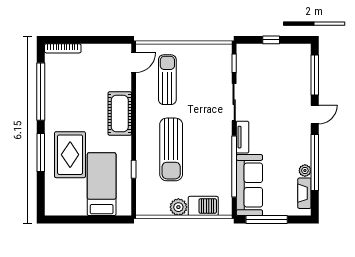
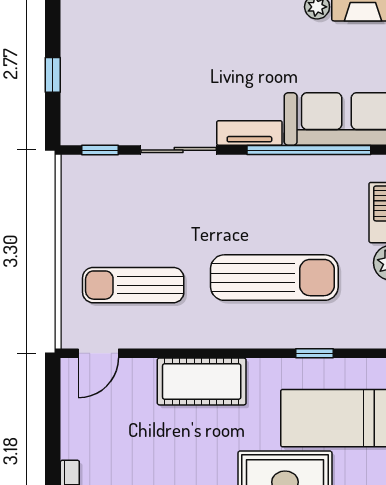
door: (134, 62) -> (98, 353), swing flipped

